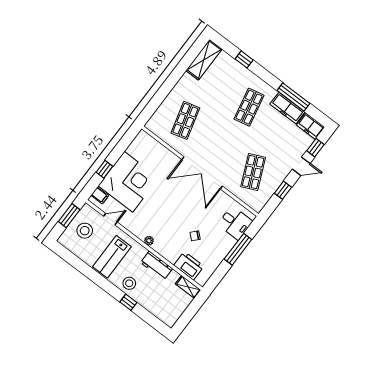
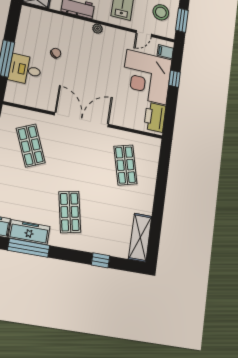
desk: (235, 223) -> (25, 70), moved
printer: (189, 266) -> (155, 117), moved, turned 90

